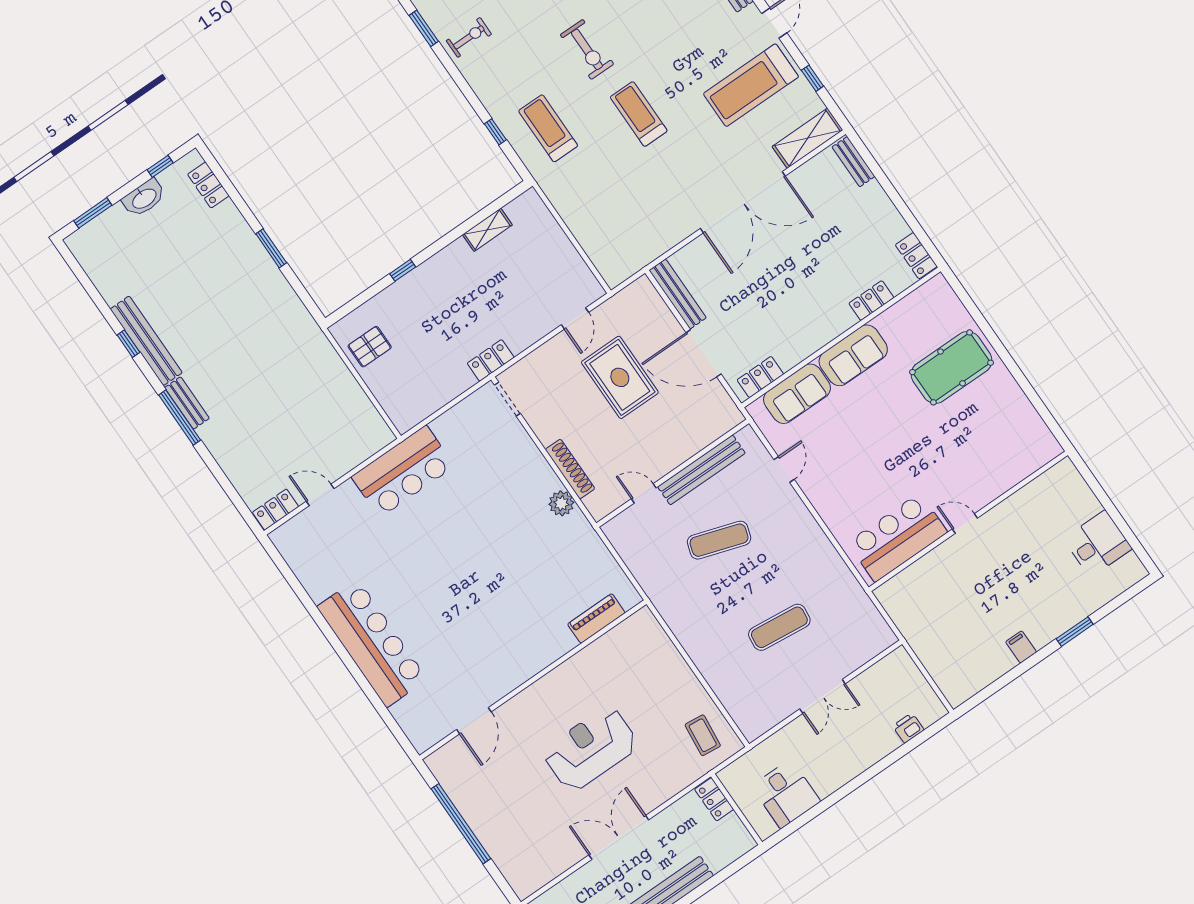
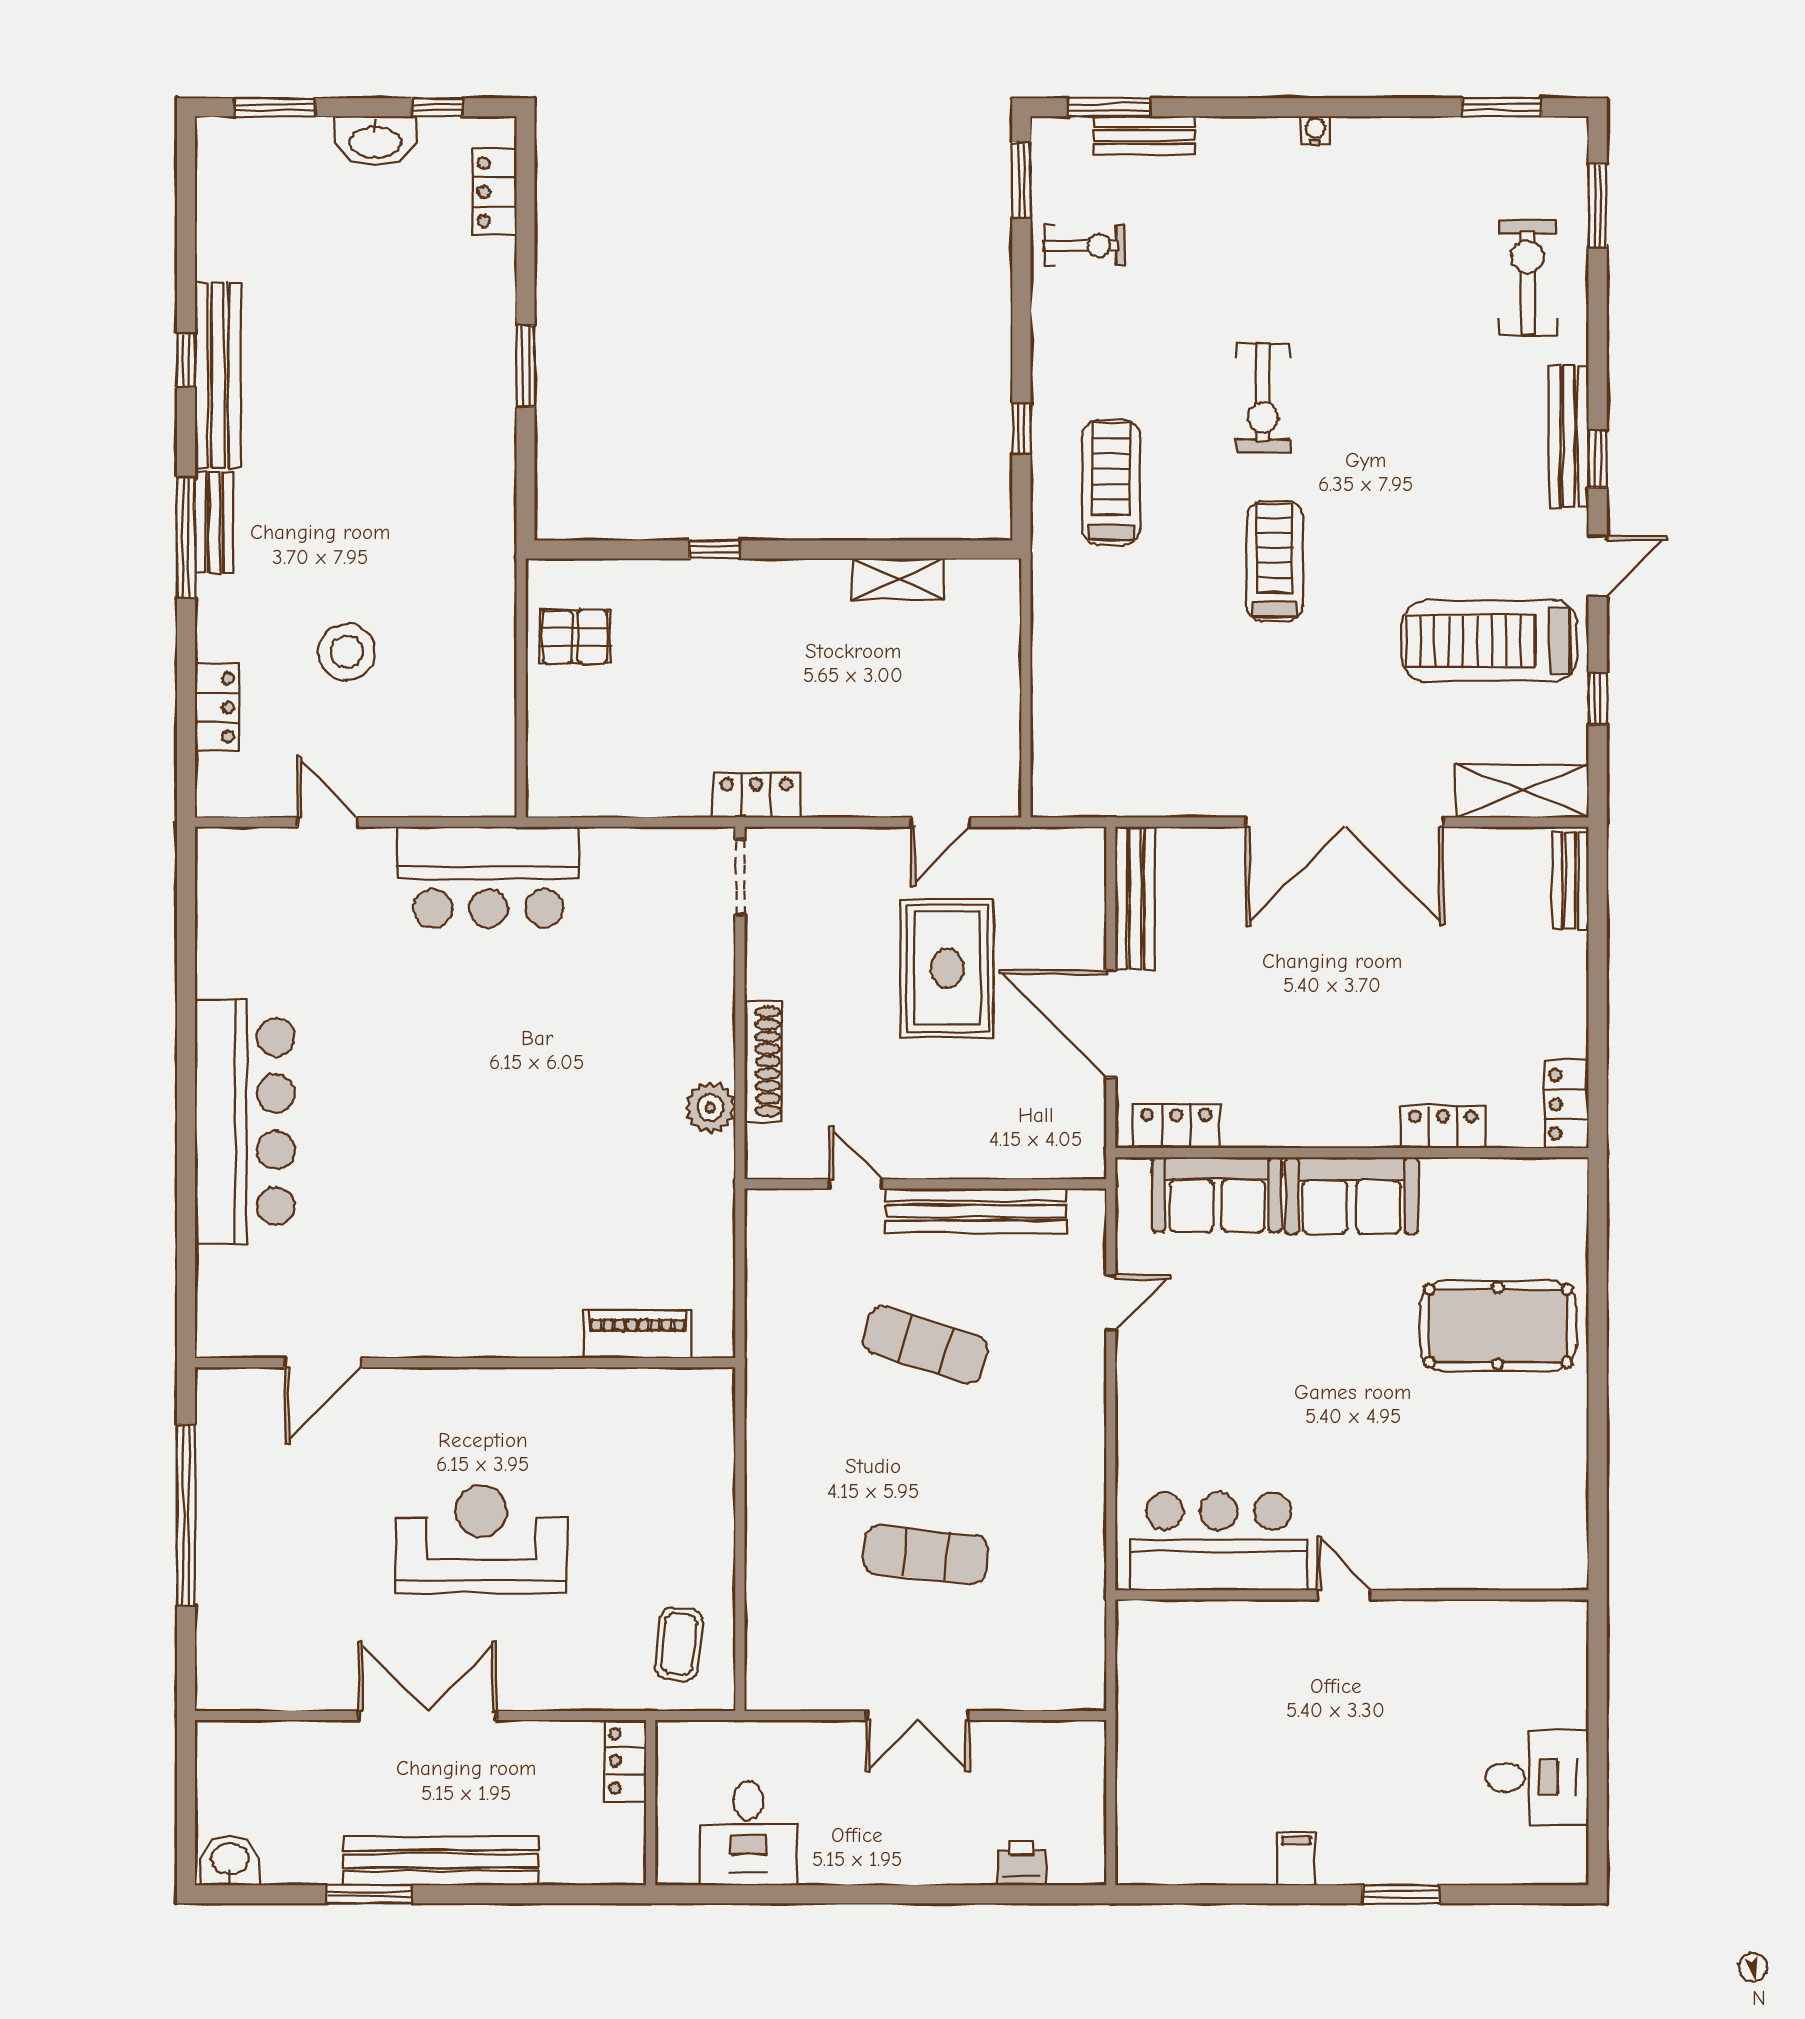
stool: (279, 419) -> (347, 652), added
locker: (276, 510) -> (217, 708), moved, turned 90

